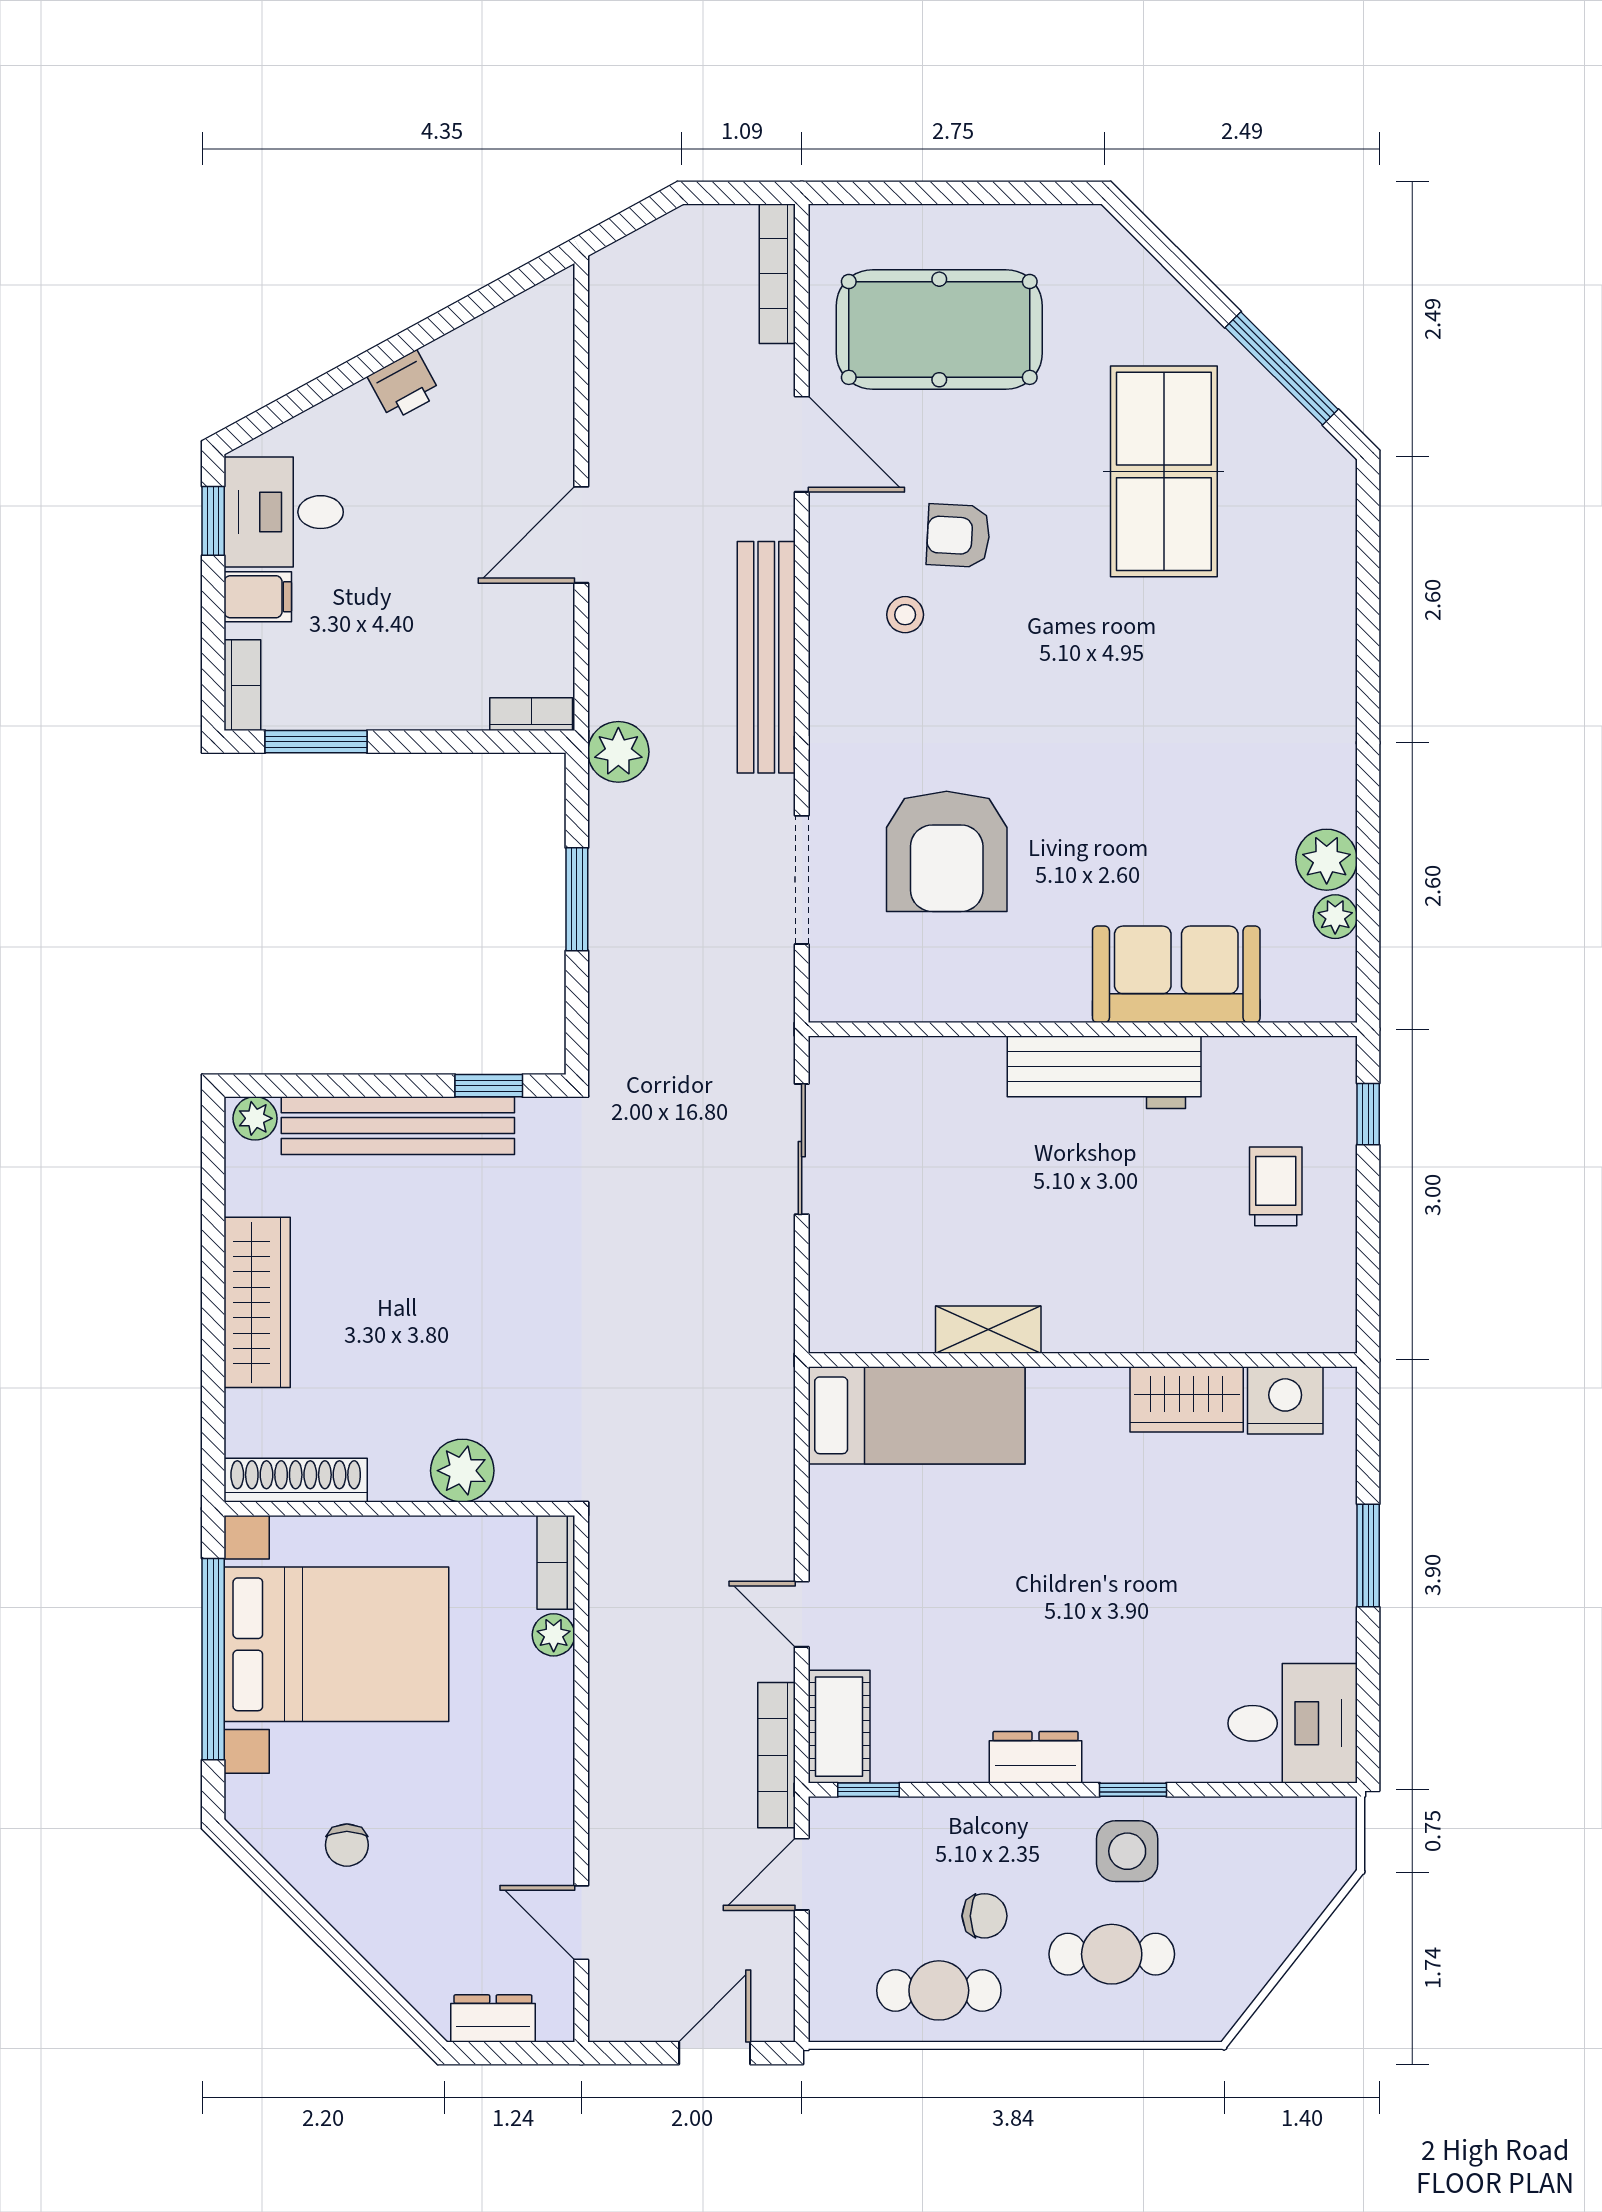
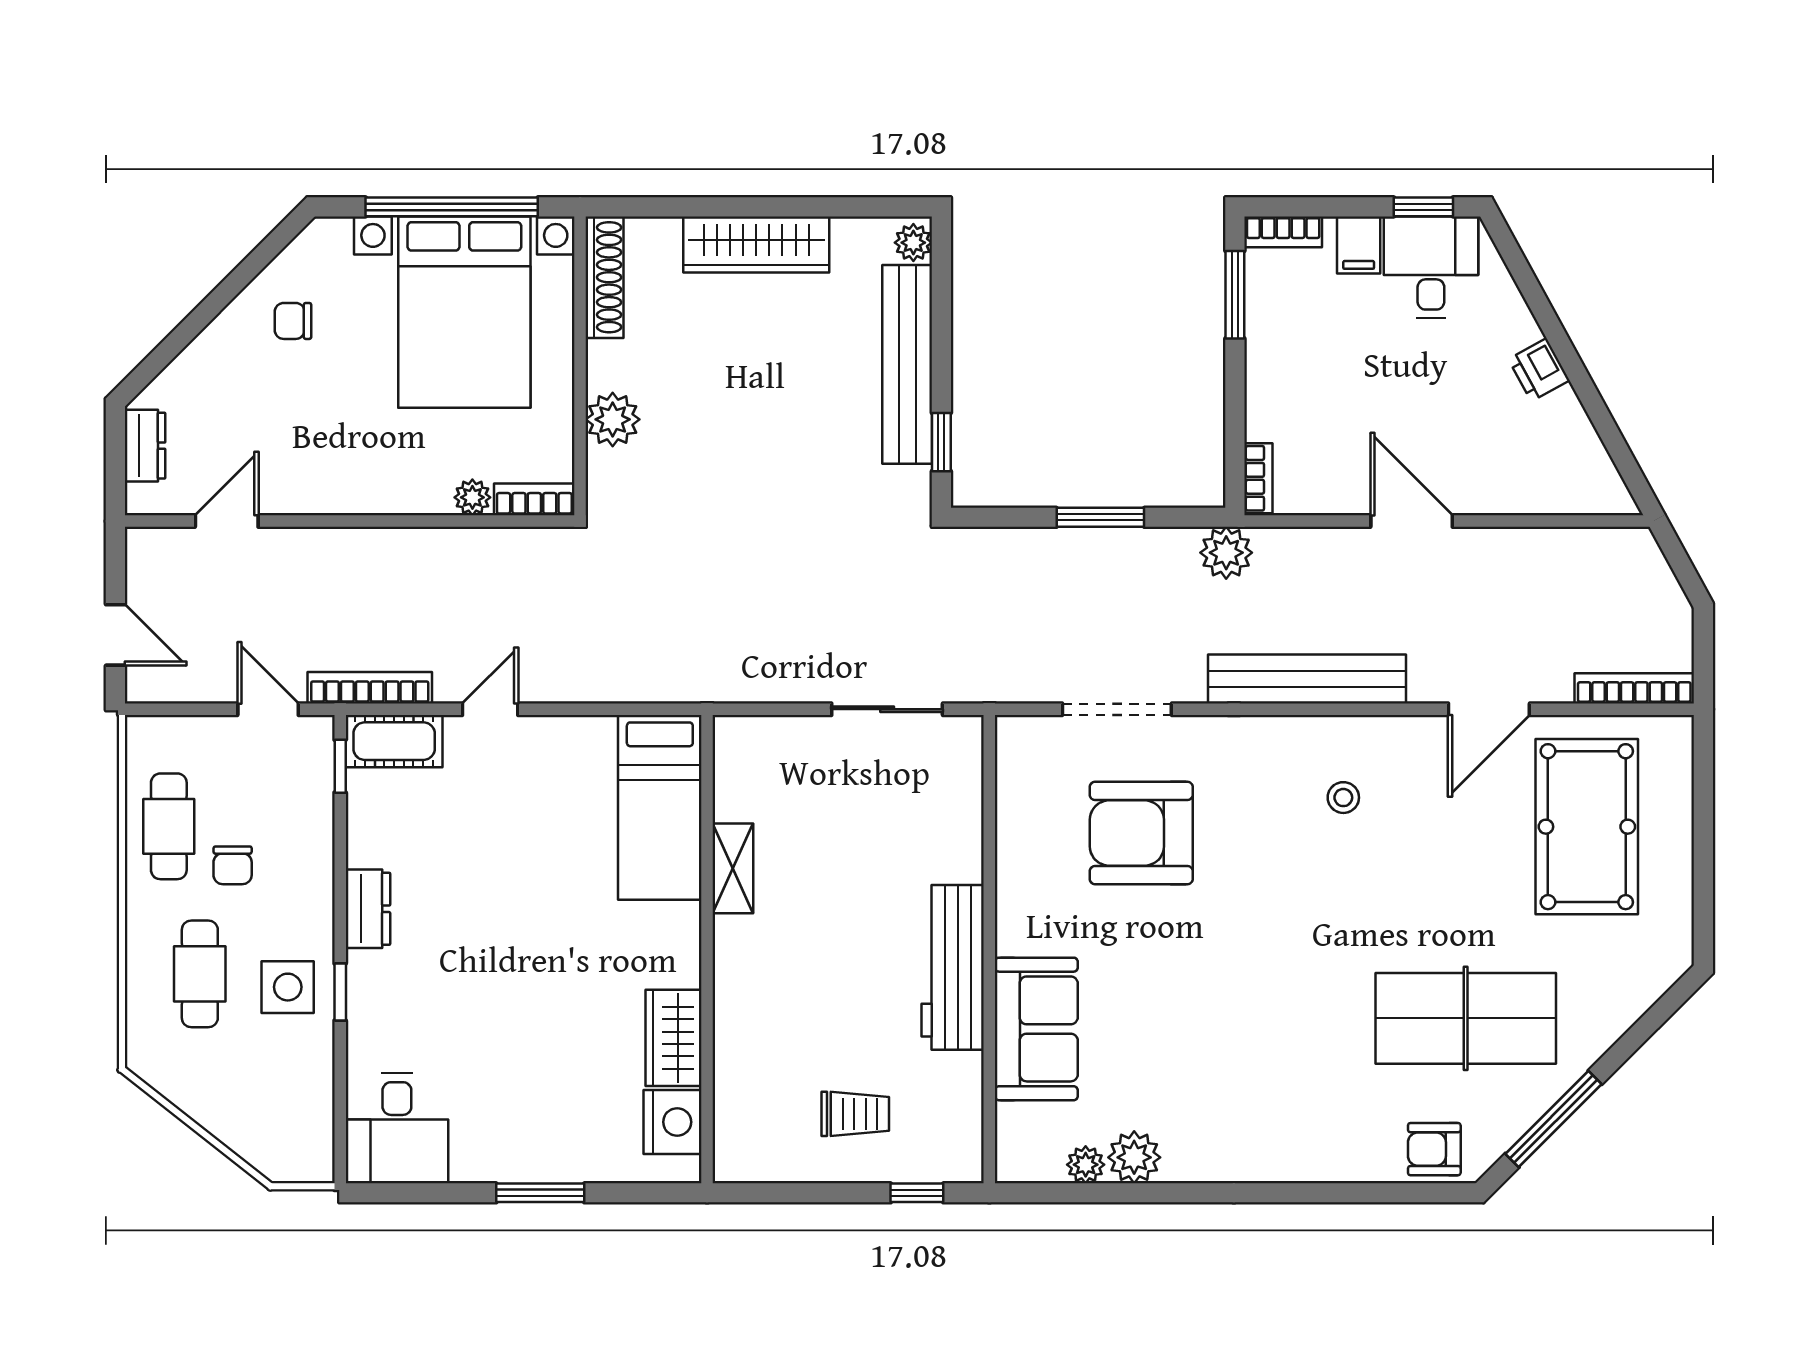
armchair: (958, 536) -> (1434, 1149), moved, turned -93

